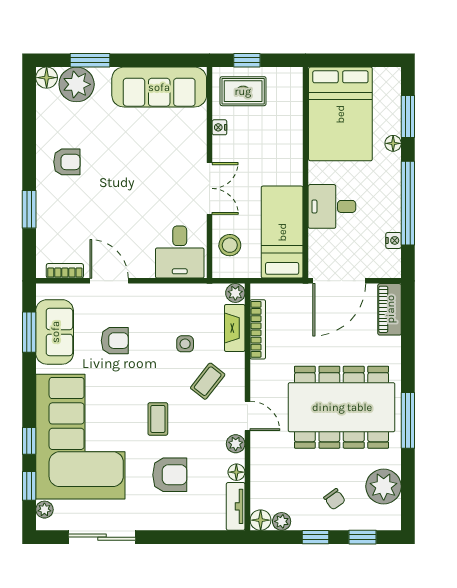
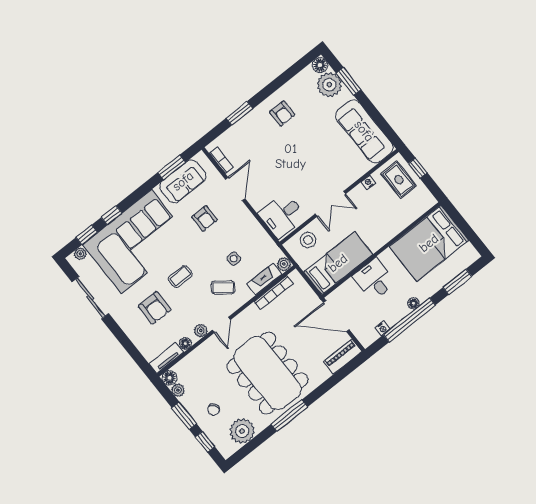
floor lamp: (393, 143) -> (414, 303), moved
window: (316, 537) -> (184, 416), width x1.50

